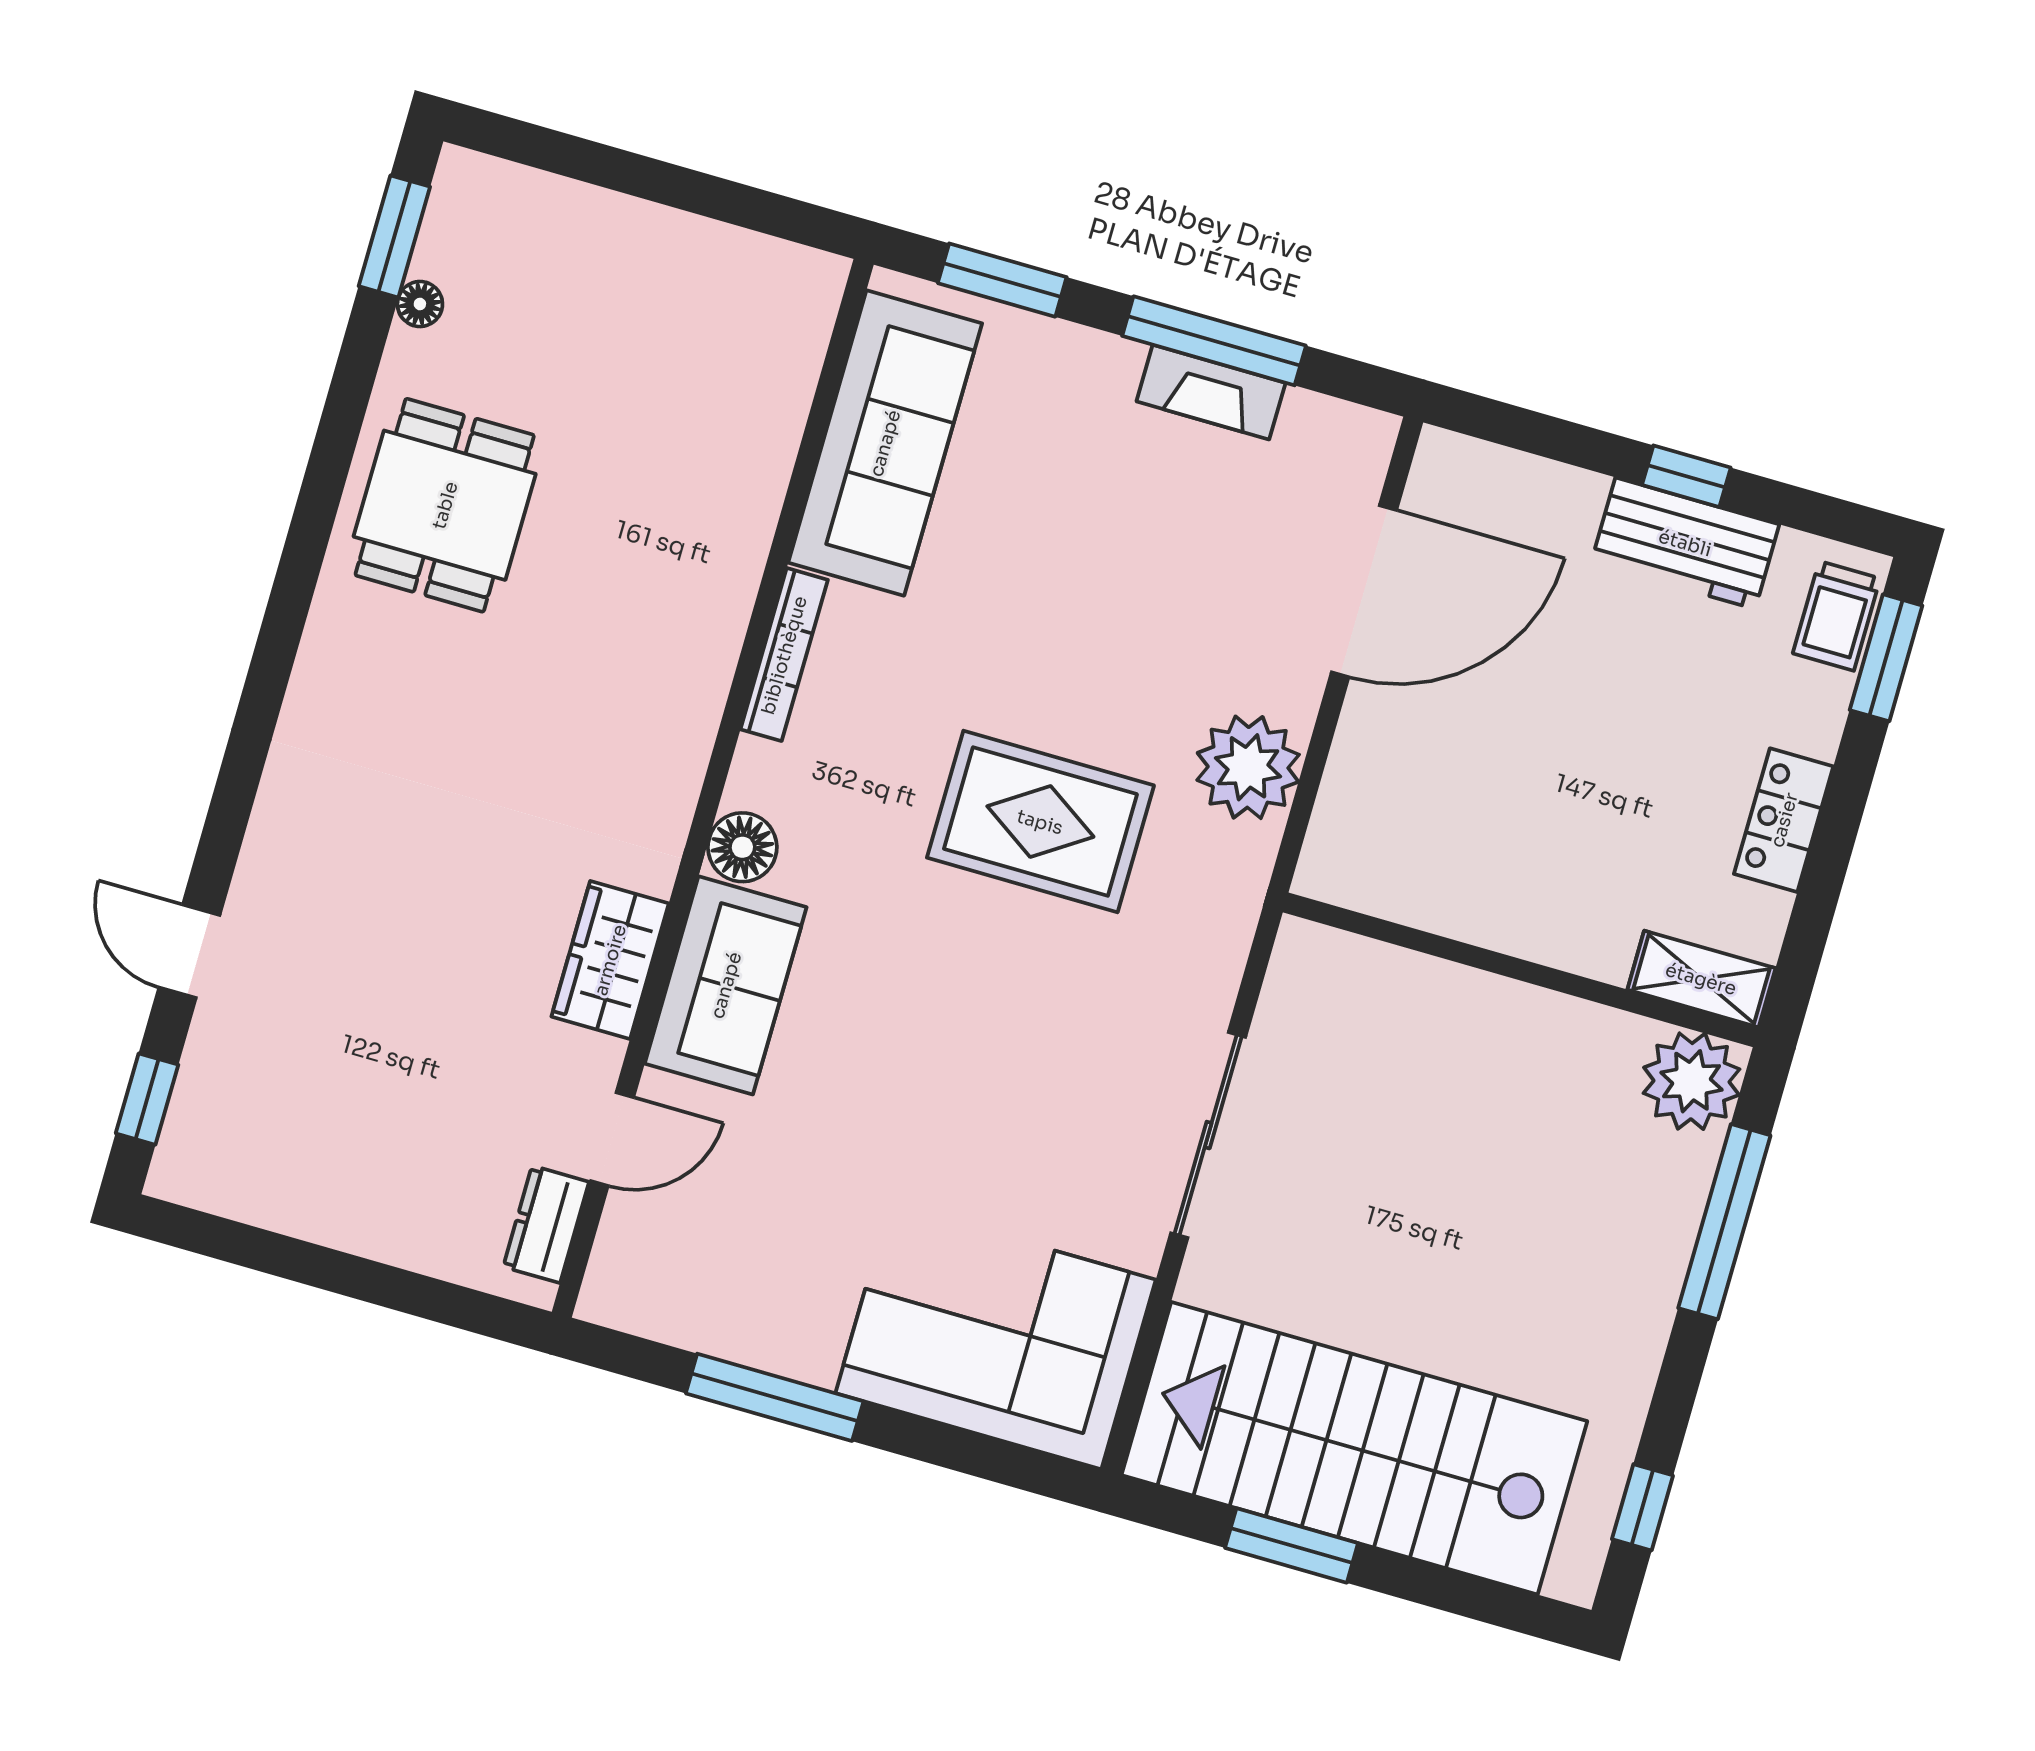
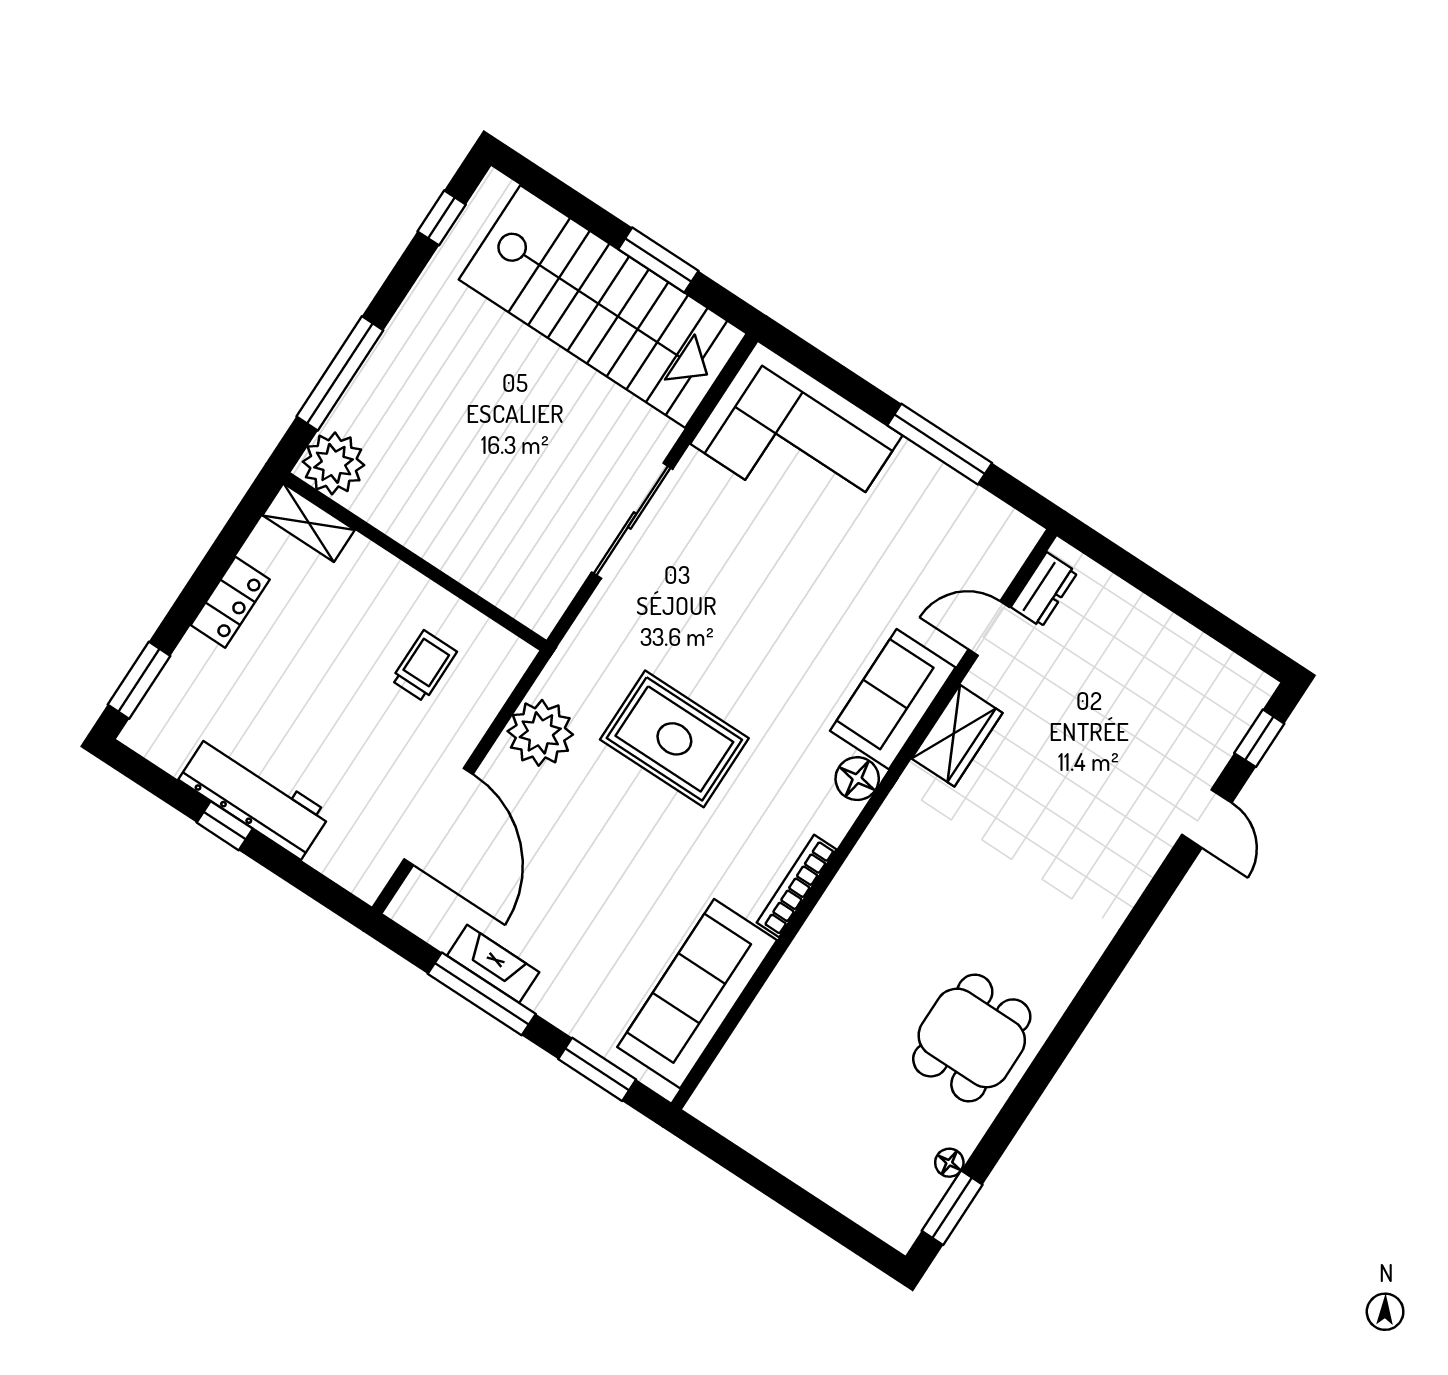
workbench: (1685, 543) -> (255, 797), width x1.38
door: (1364, 591) -> (438, 817), swing flipped
trolley: (1837, 616) -> (424, 666), moved

